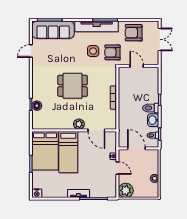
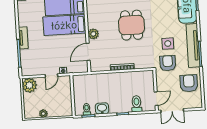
double door: (160, 39) -> (172, 111), moved
door: (137, 66) -> (156, 99), moved
toilet: (151, 108) -> (137, 104), moved
door: (136, 148) -> (72, 93), removed

